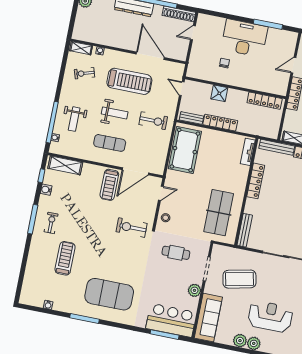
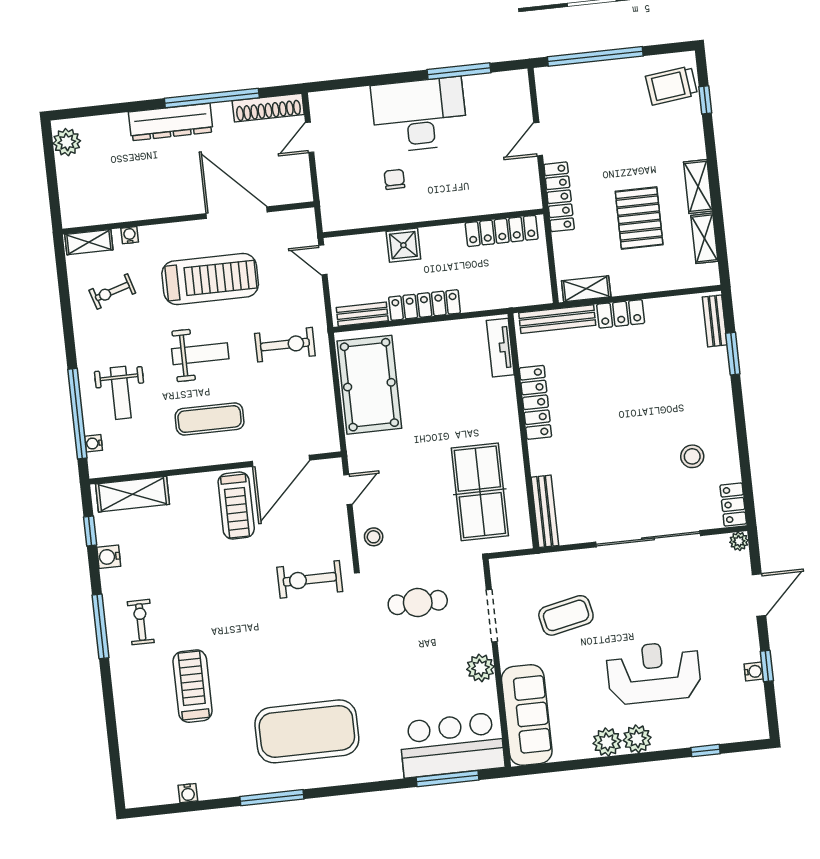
coffee table: (239, 279) -> (566, 615), width x0.73, depth x0.76

